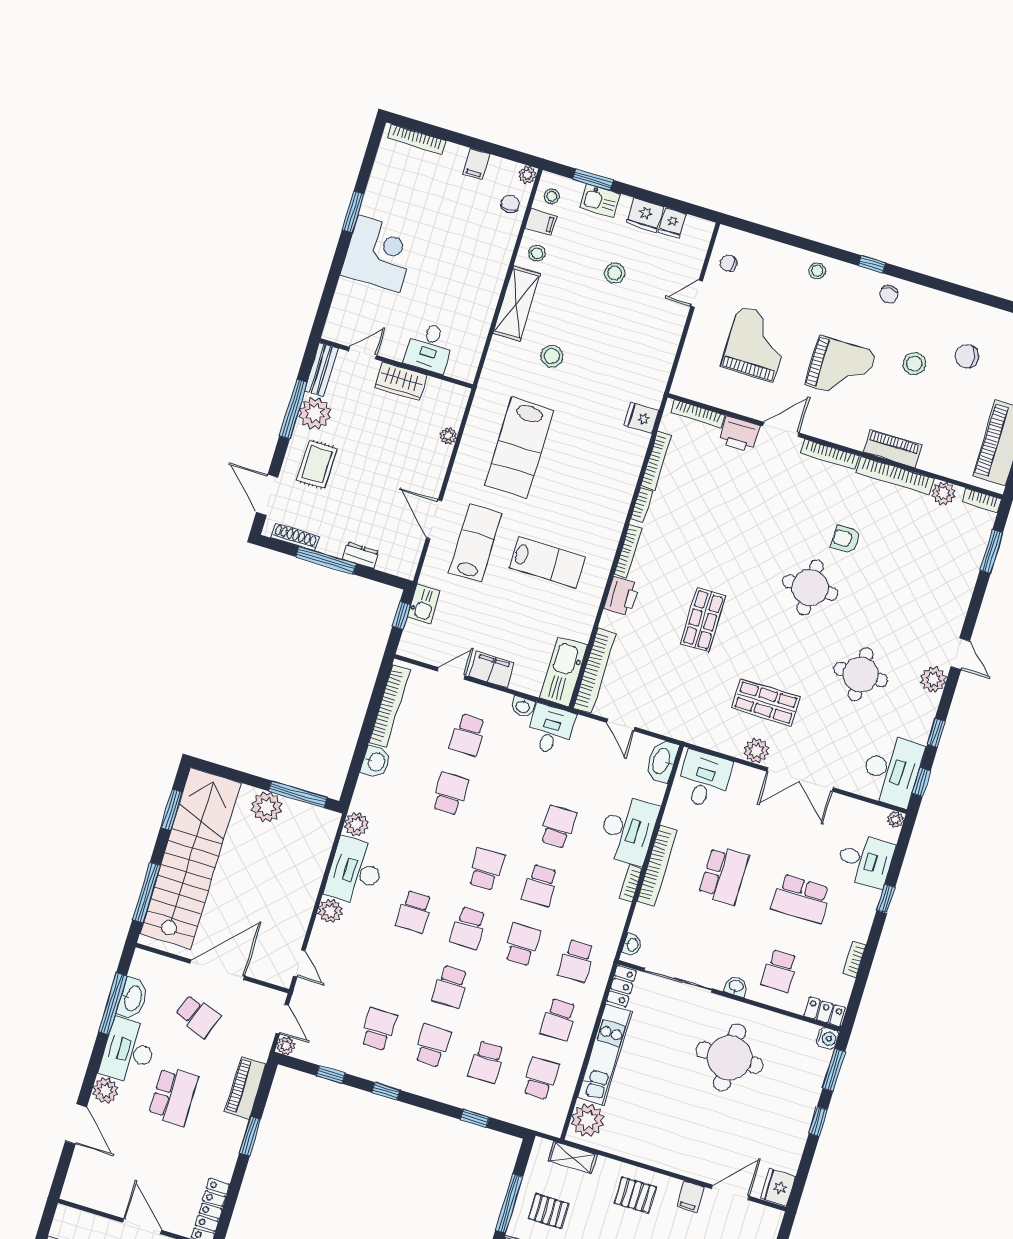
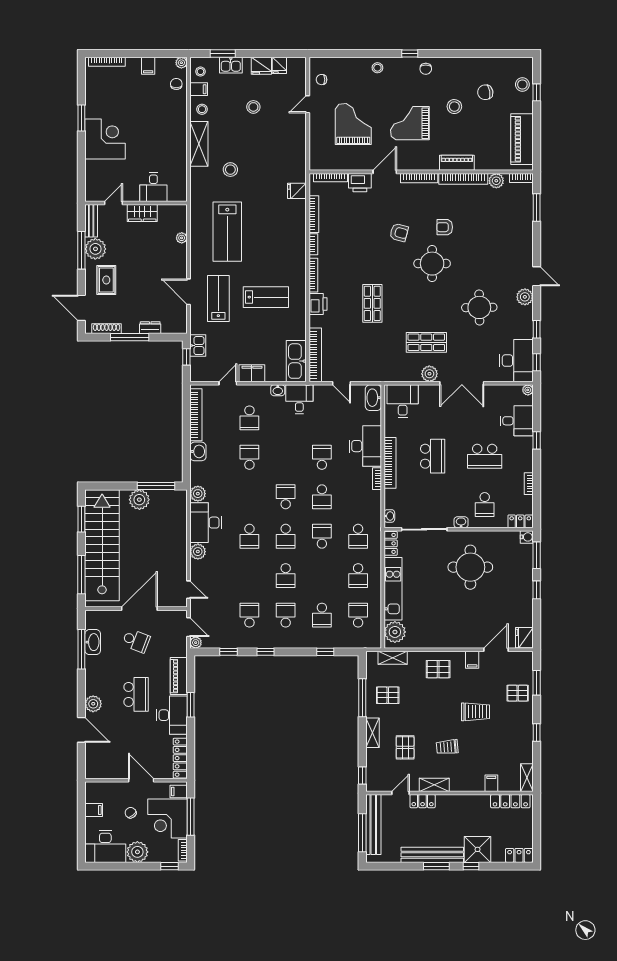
grand piano: (841, 368) -> (410, 123), turned 180
armchair: (775, 526) -> (399, 232), added
desk: (129, 1051) -> (172, 715), moved, turned 180

